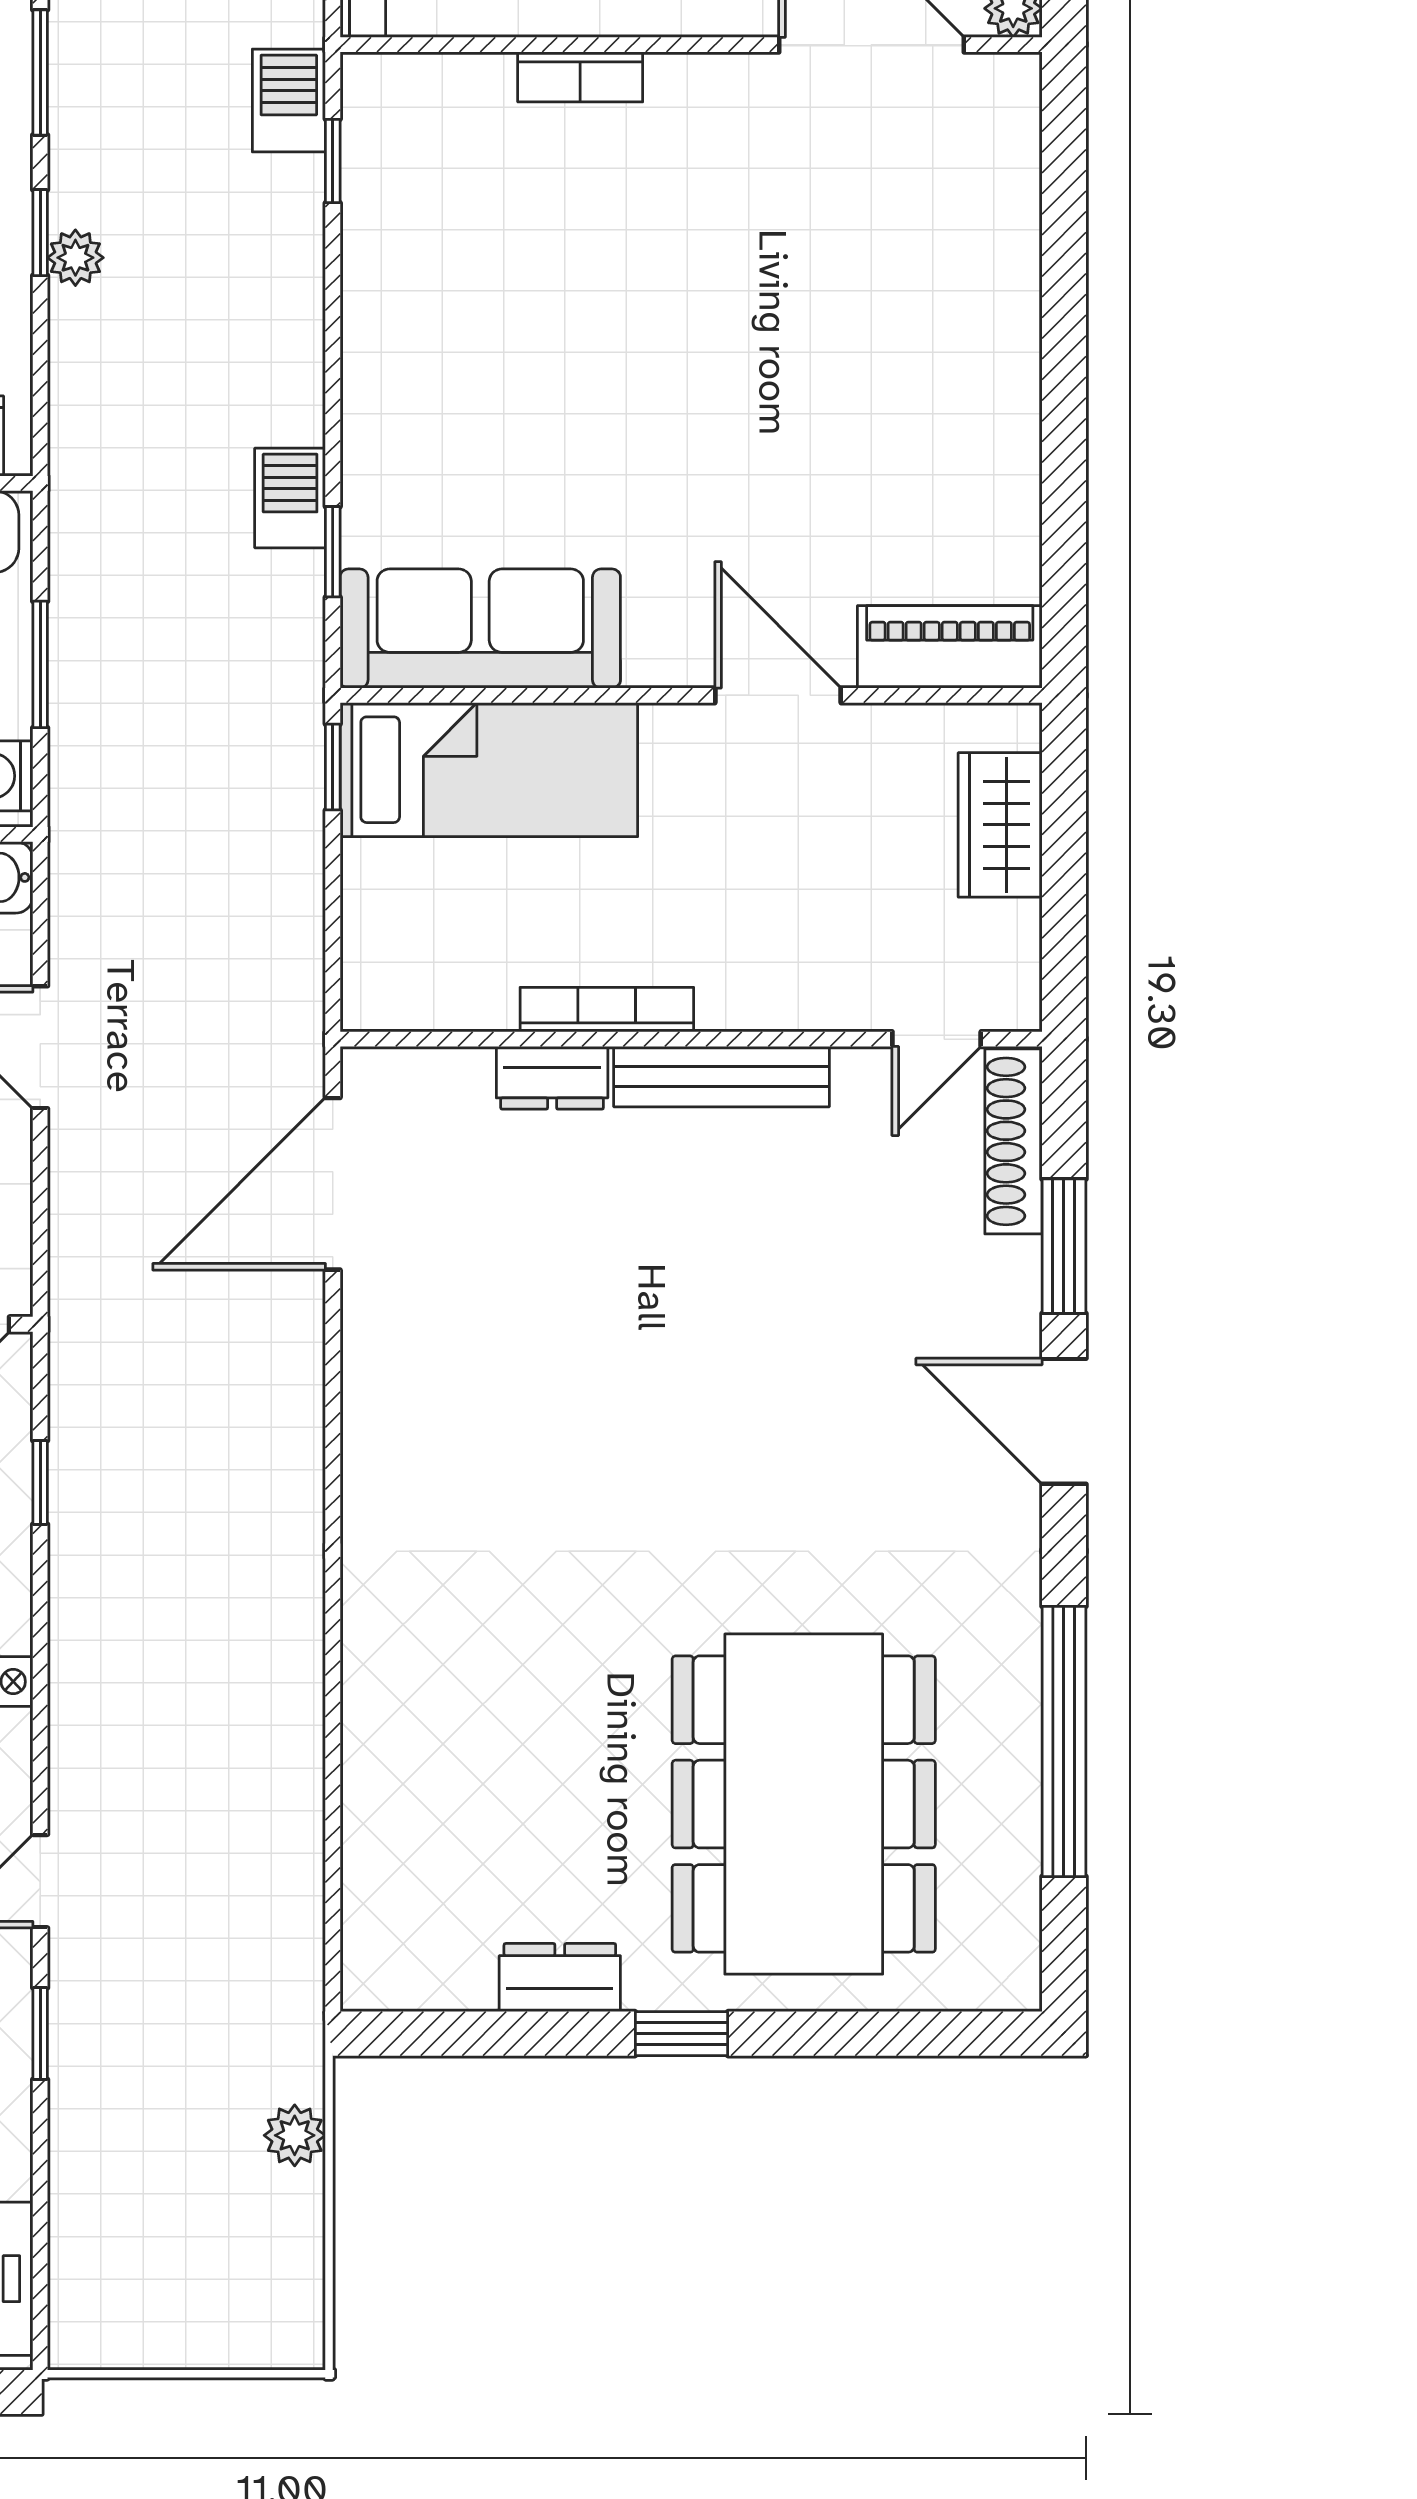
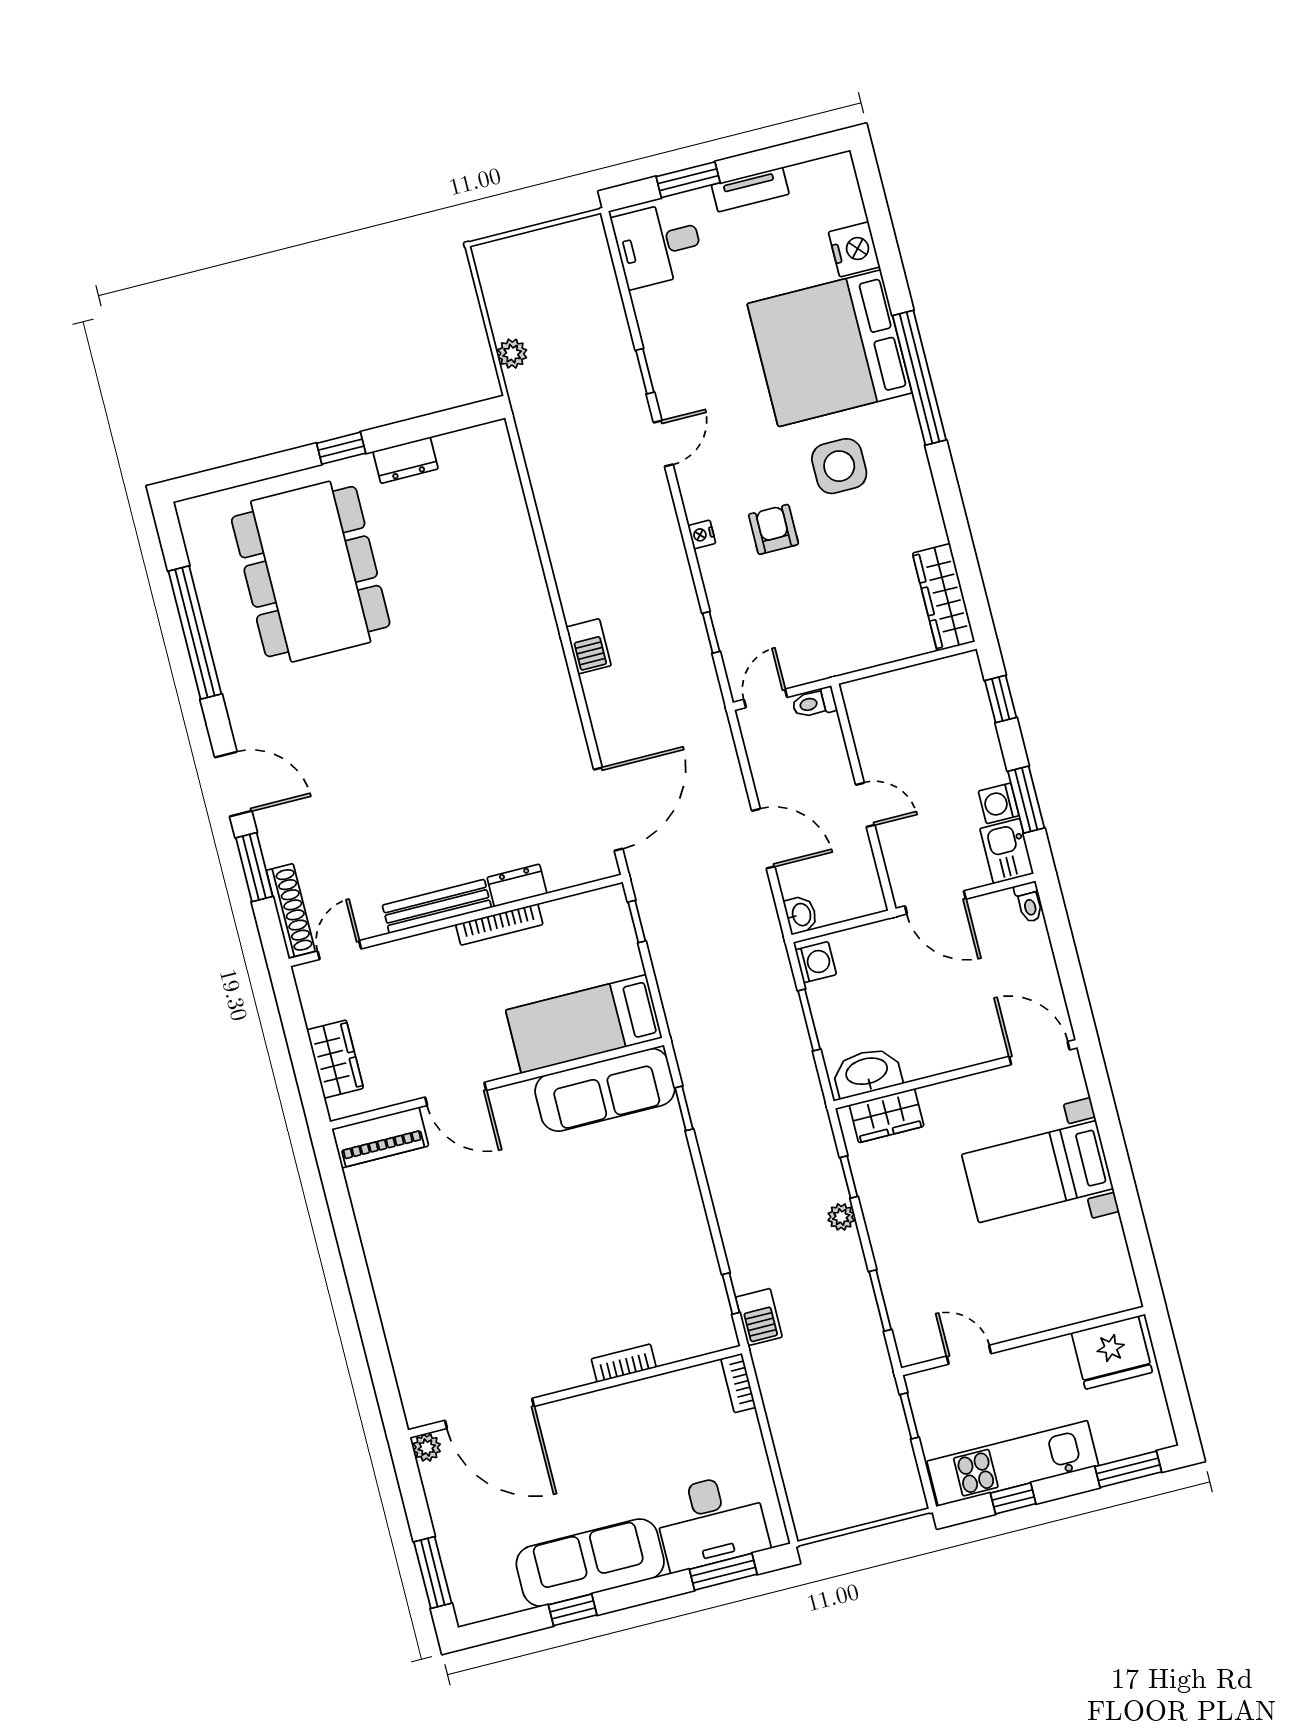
window: (40, 233) -> (849, 1177), moved
barbecue: (290, 498) -> (589, 646), moved
window: (333, 767) -> (637, 921), moved

